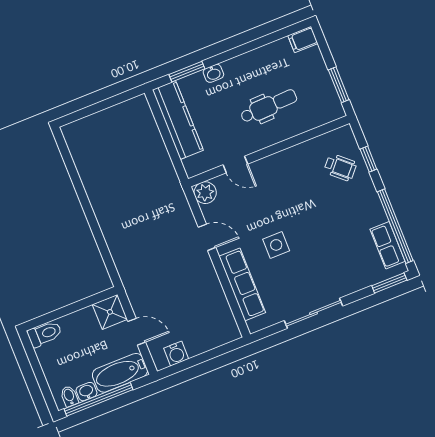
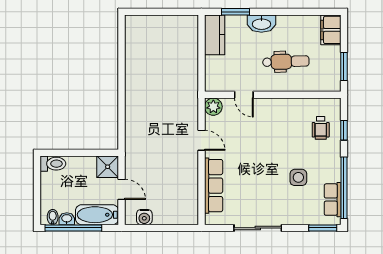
filing cabinet: (303, 40) -> (331, 30), width x2.00
washbasin: (213, 73) -> (261, 24), width x1.91, depth x1.45
kitchen counter: (178, 120) -> (215, 35), width x0.67
wheelchair: (340, 167) -> (321, 128), turned 48
side table: (276, 245) -> (298, 177), moved

